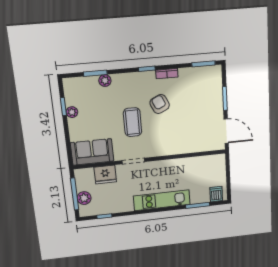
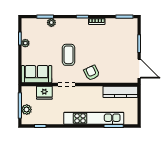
armchair: (160, 104) -> (92, 73), moved
kitchen counter: (204, 163) -> (120, 92), added
dishwasher: (216, 194) -> (129, 118), removed
kitchen unit: (162, 200) -> (94, 118), width x1.36

